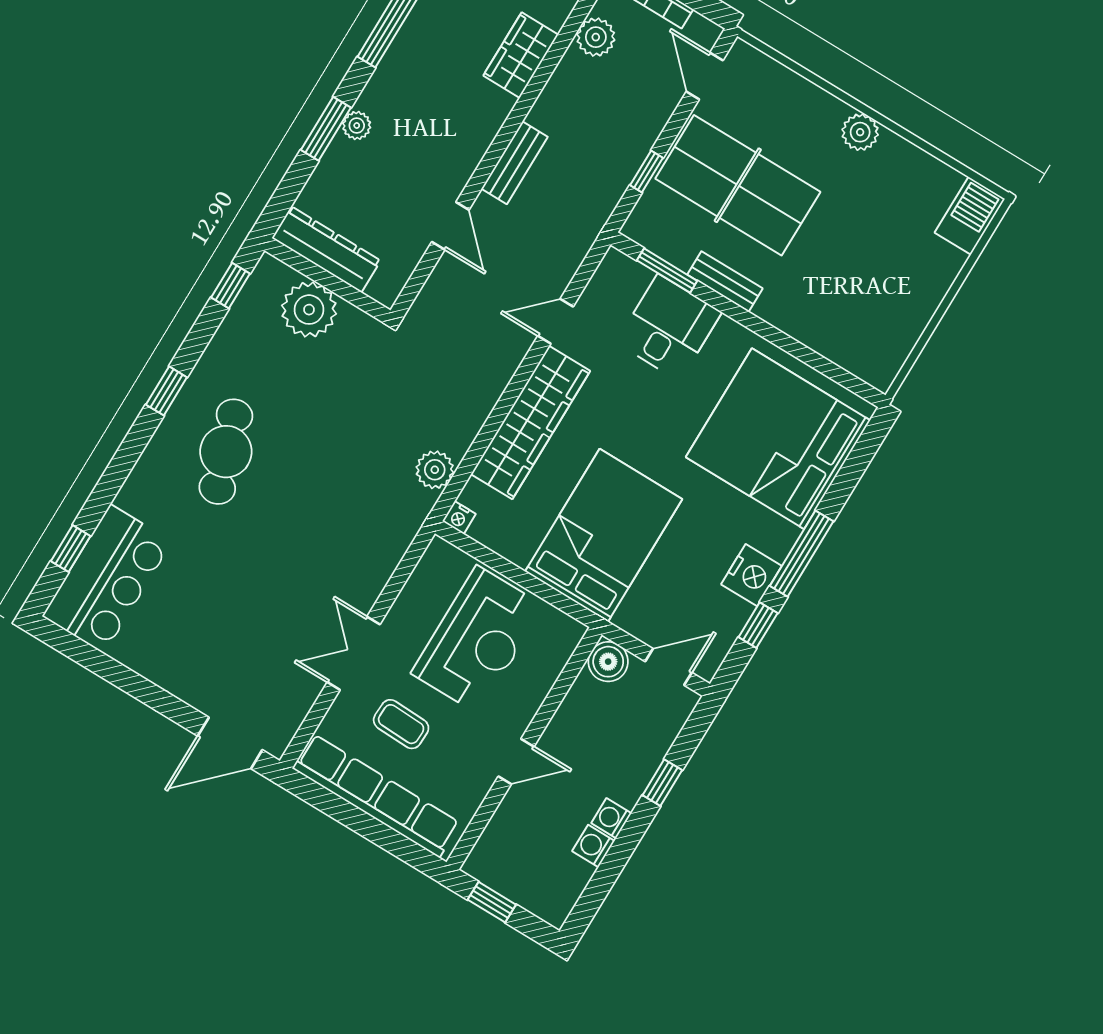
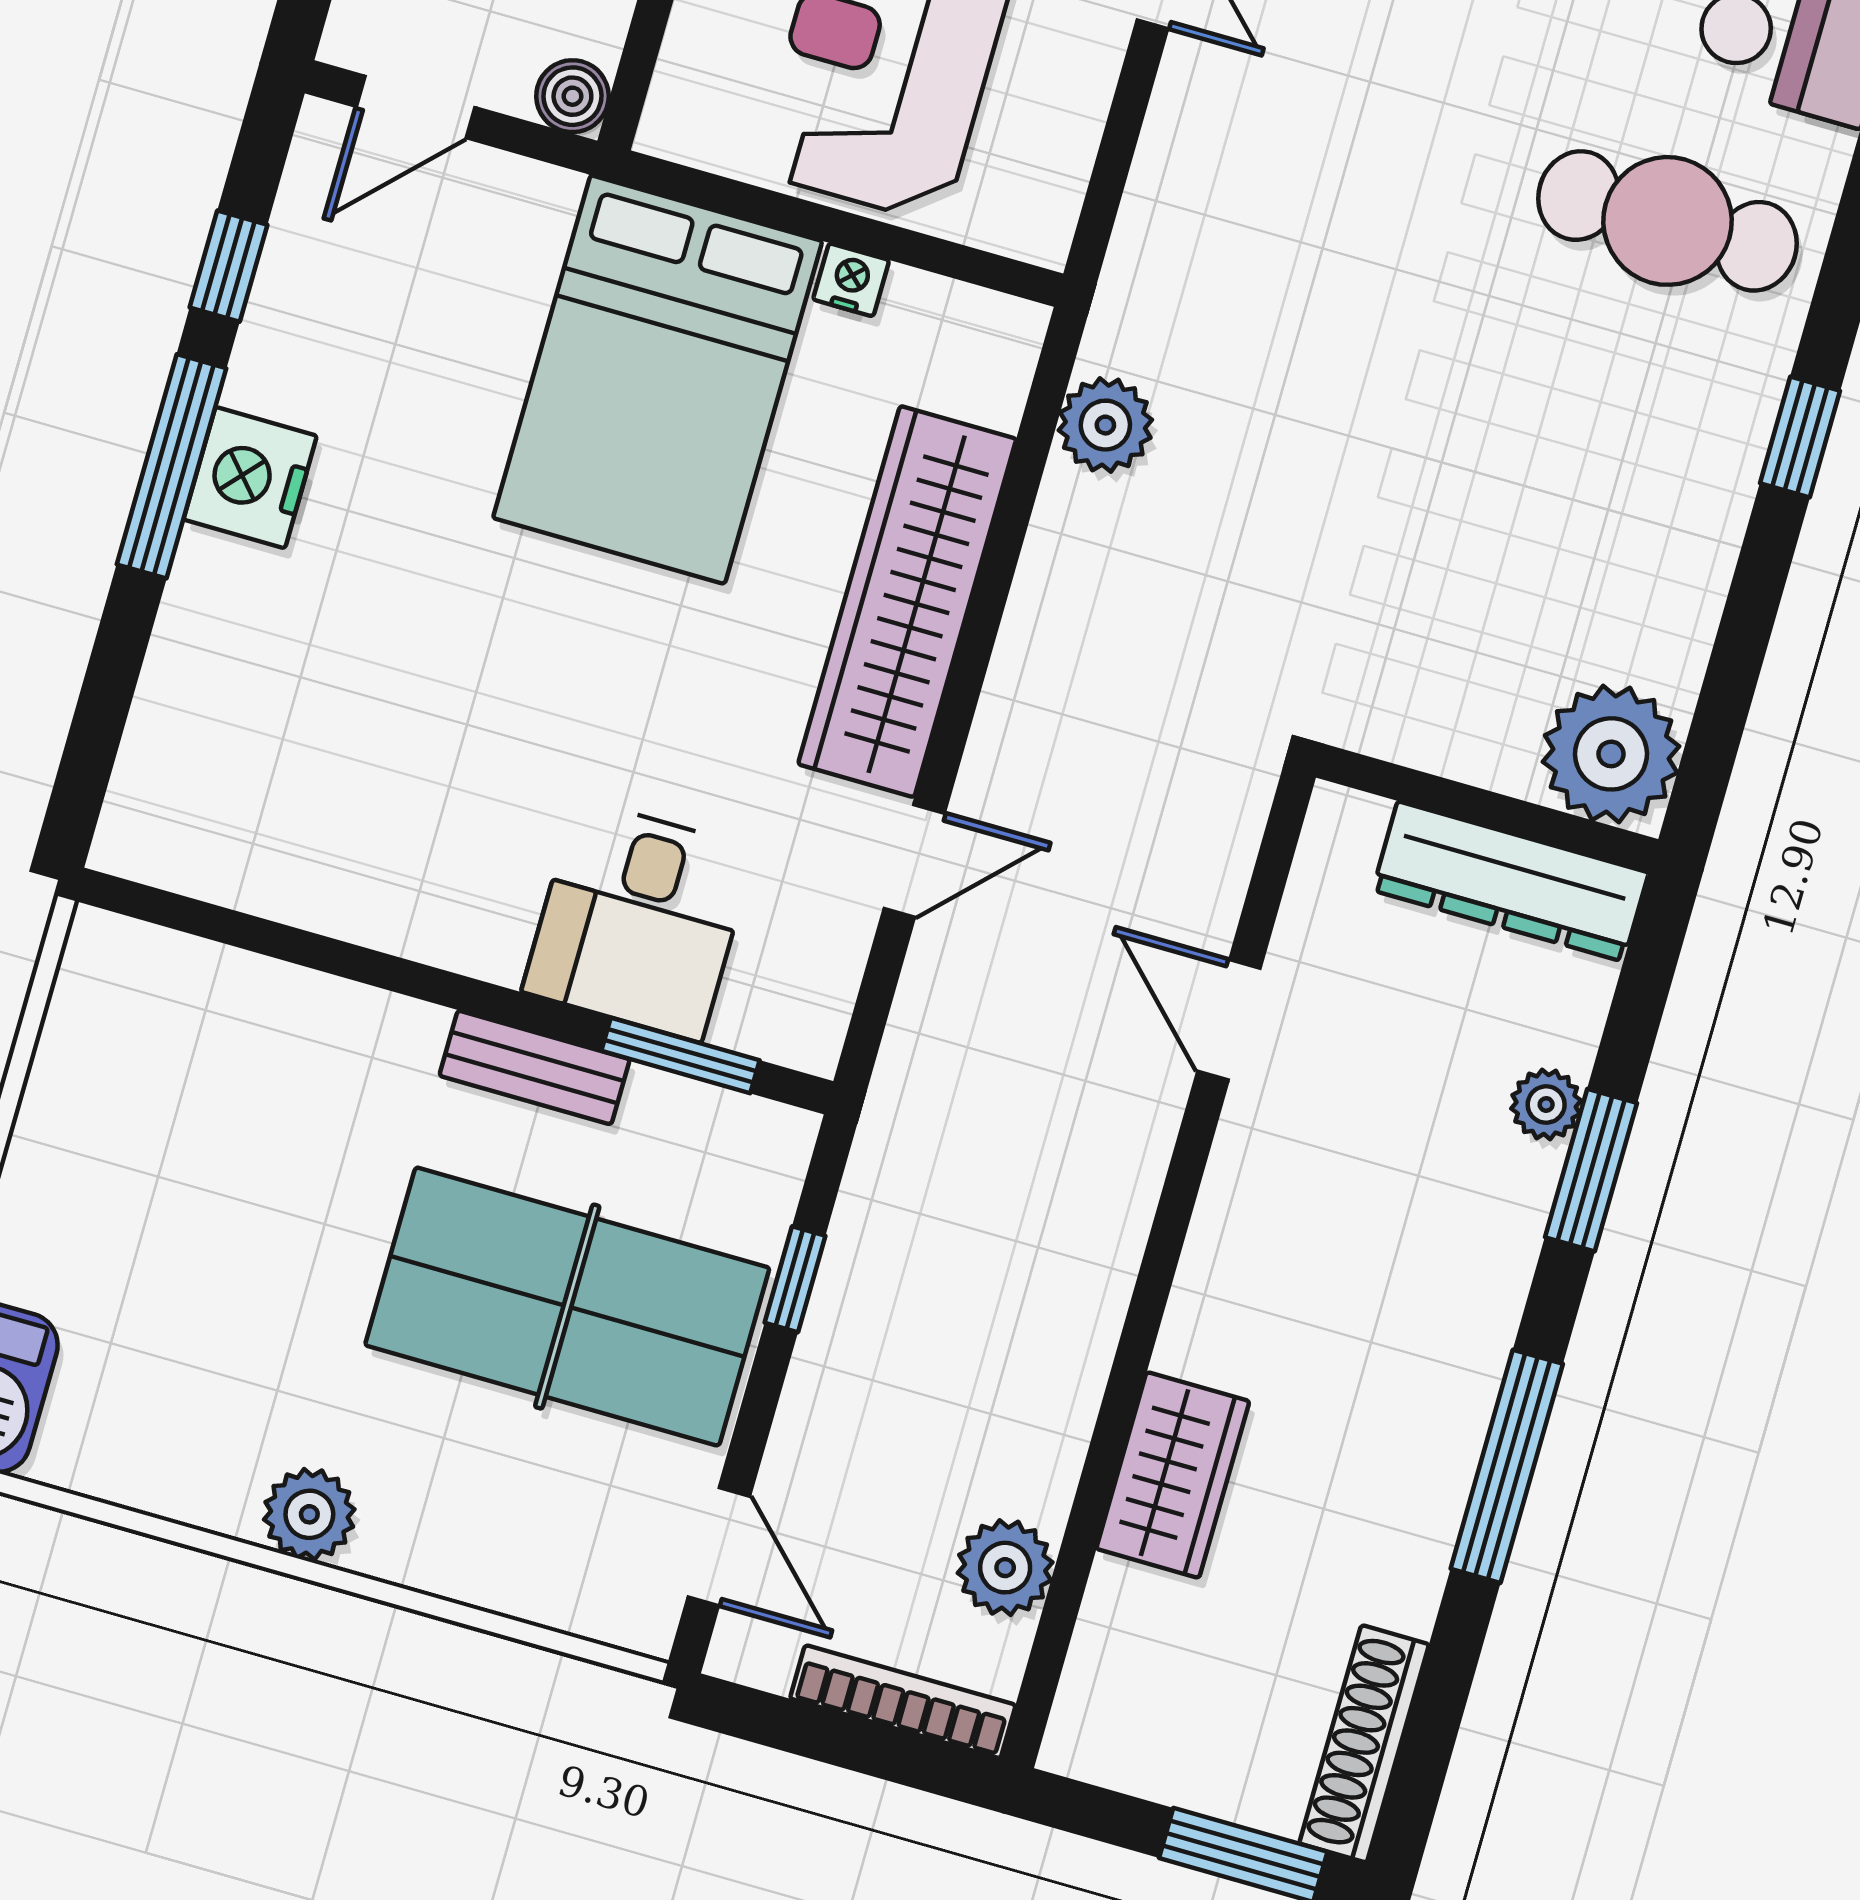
plant: (357, 125) -> (1546, 1104), moved
bench: (515, 163) -> (1117, 1213), removed
window: (231, 286) -> (1716, 732), removed
plant: (309, 310) -> (1611, 754), moved
bed: (778, 439) -> (304, 726), removed
cafe table: (226, 452) -> (1667, 221), moved, turned -72
nightstand: (459, 518) -> (851, 280), moved
nightstand: (751, 575) -> (250, 478), moved
boiler: (608, 662) -> (572, 96), width x0.73, depth x0.73

